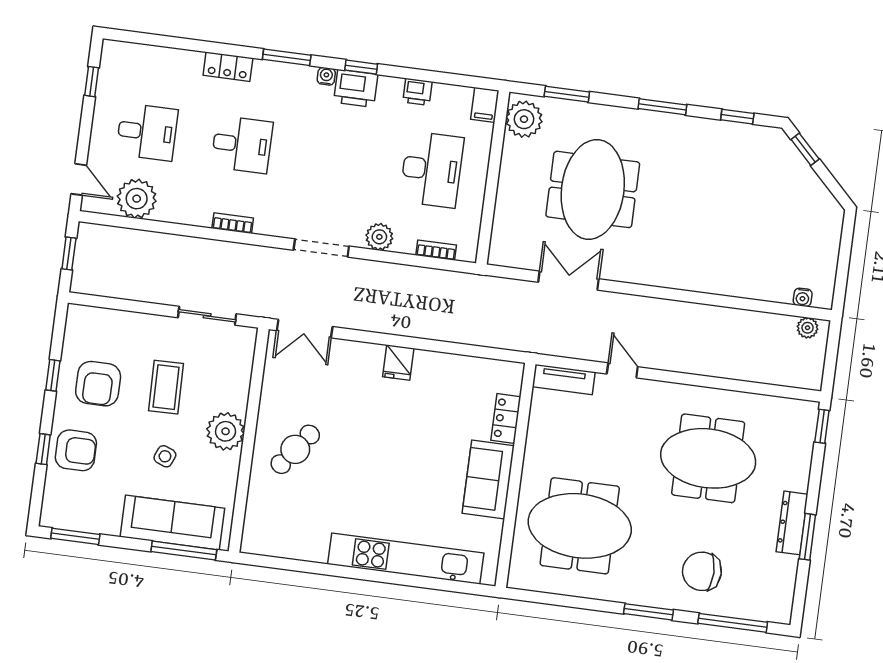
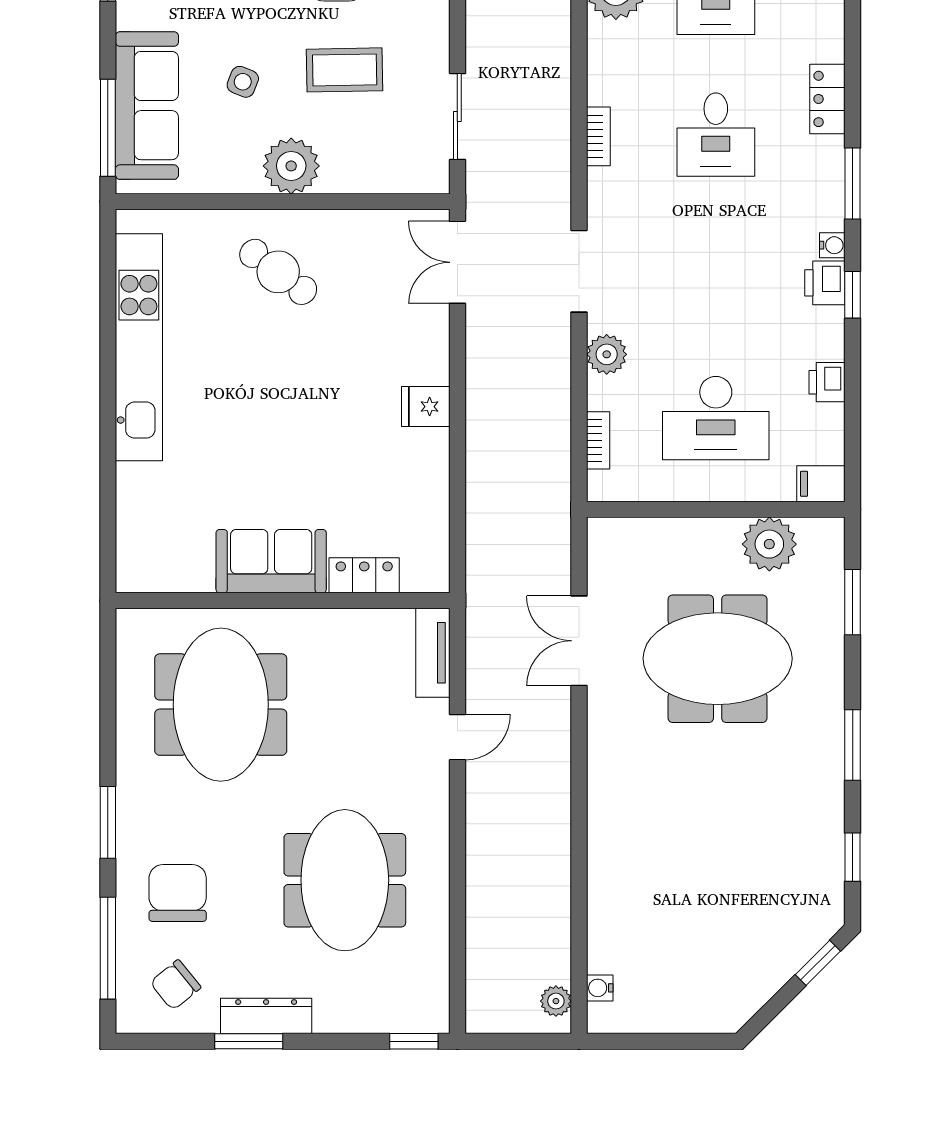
printer: (356, 88) -> (825, 283), width x0.73, depth x0.81
plant: (524, 119) -> (769, 544), moved
double door: (569, 281) -> (579, 641), swing flipped
kitchen unit: (406, 559) -> (139, 347), moved
chair: (763, 581) -> (175, 985), added

